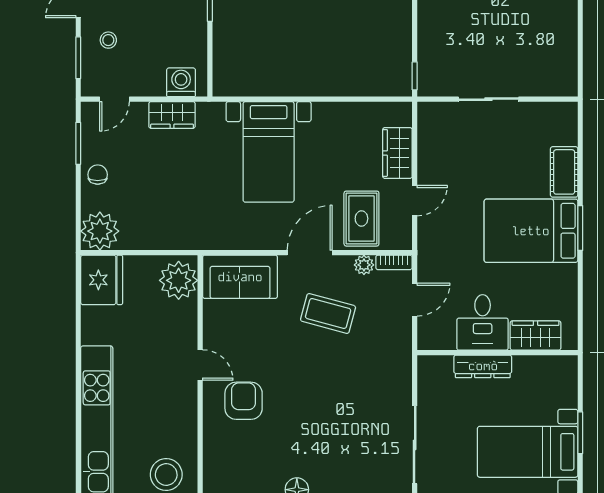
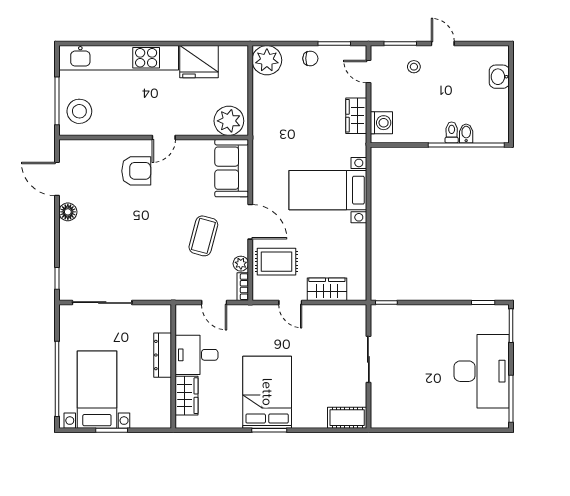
cot: (564, 172) -> (347, 418), moved
fridge: (102, 280) -> (199, 62), moved

